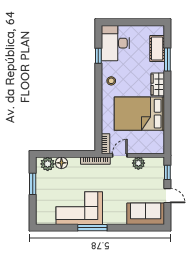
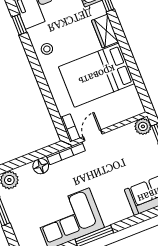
floor lamp: (61, 163) -> (41, 166), moved
plant: (138, 163) -> (143, 126), moved

